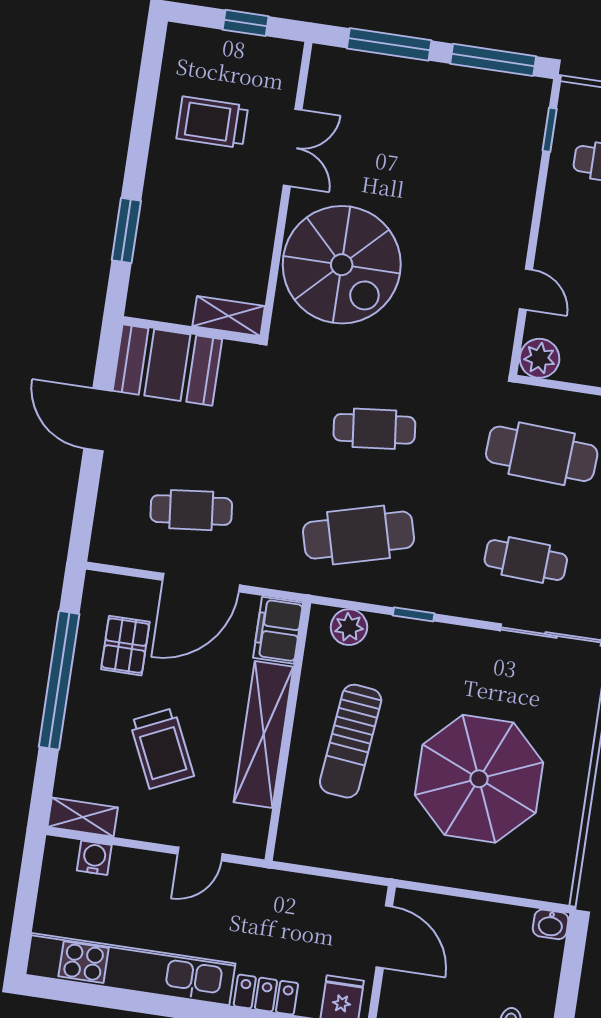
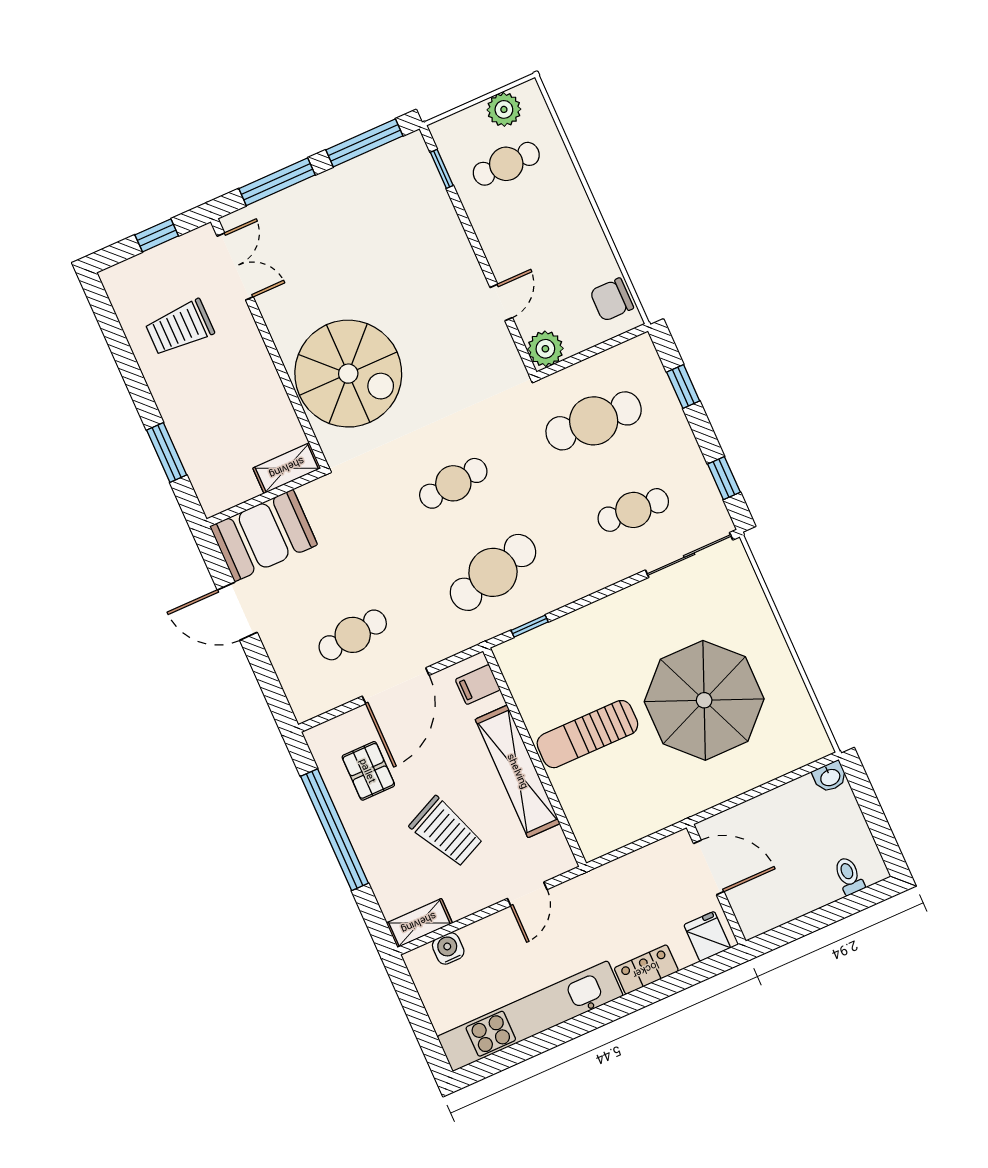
double door: (293, 148) -> (235, 266), moved
door: (526, 289) -> (501, 303), hinge flipped
window: (414, 614) -> (530, 626), moved
plant: (349, 627) -> (531, 648), removed
filing cabinet: (278, 630) -> (478, 685), width x0.50
sun lounger: (351, 741) -> (587, 734), turned 84

